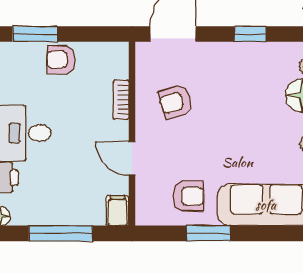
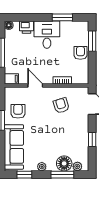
door: (132, 158) -> (35, 85), hinge flipped
armchair: (188, 196) -> (18, 111), turned 180

